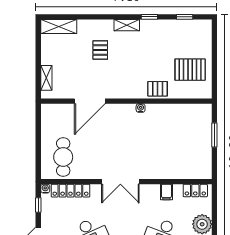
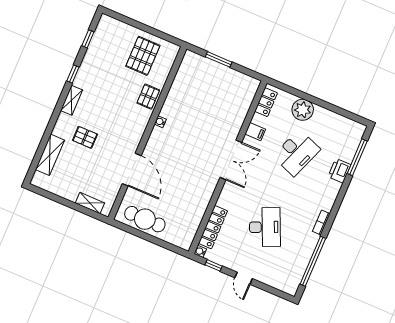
shelving: (59, 27) -> (50, 155), moved
cafe table: (63, 157) -> (145, 219), moved
double door: (120, 182) -> (231, 160), moved

